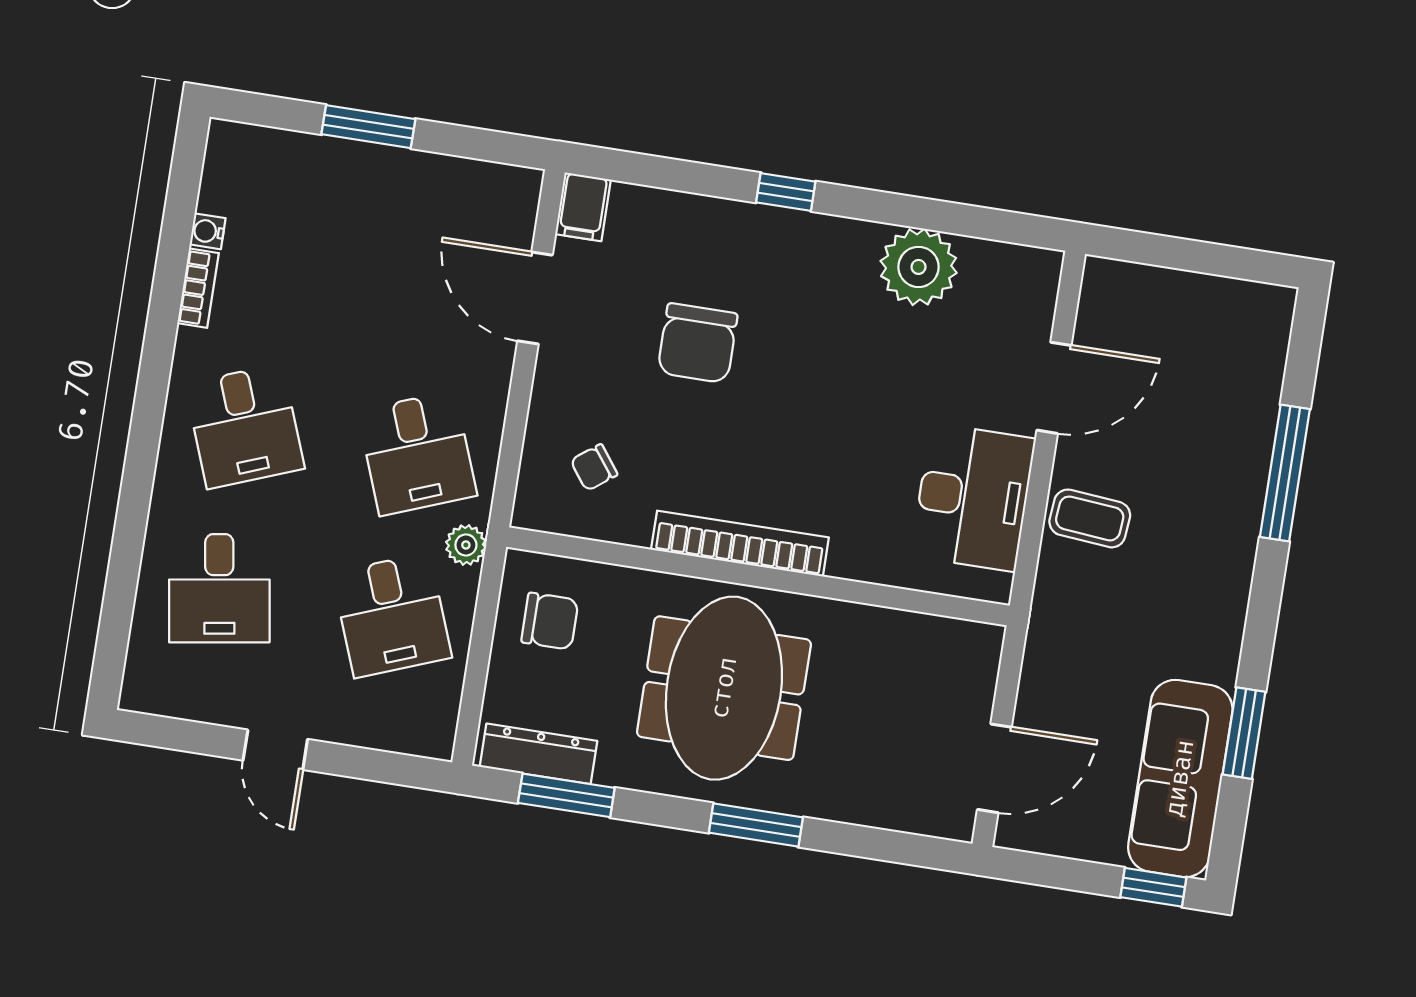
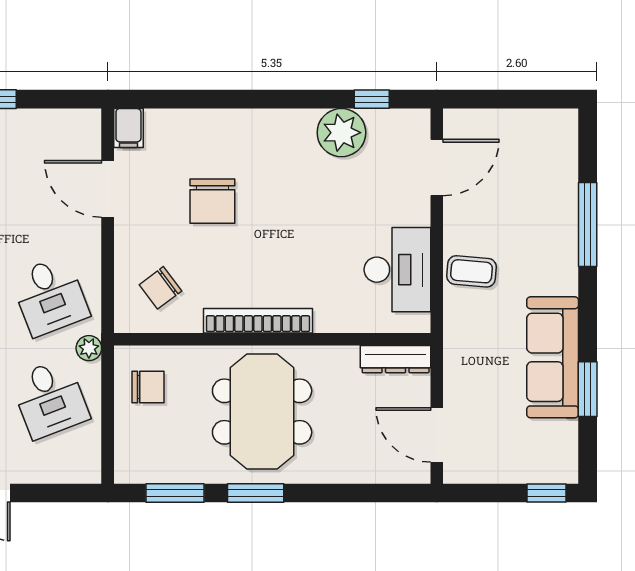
window: (786, 192) -> (372, 99), moved
door: (1054, 388) -> (437, 168), moved
chair: (594, 467) -> (160, 288), width x1.37, depth x1.37
dresser: (538, 754) -> (396, 359), moved, turned 180
door: (994, 768) -> (437, 435), swing flipped
sofa: (1180, 778) -> (553, 357), moved
window: (756, 825) -> (256, 493), moved

